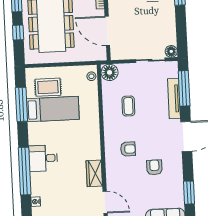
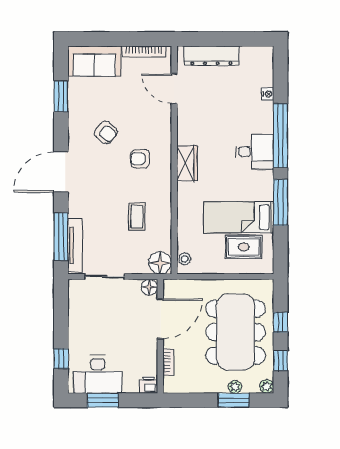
door: (107, 31) -> (160, 319), hinge flipped
floor lamp: (171, 51) -> (149, 287), moved
tv unit: (174, 98) -> (75, 245), moved
window: (21, 104) -> (280, 203), moved
armchair: (154, 167) -> (106, 132), turned -50
wardrobe: (94, 173) -> (187, 163), moved

